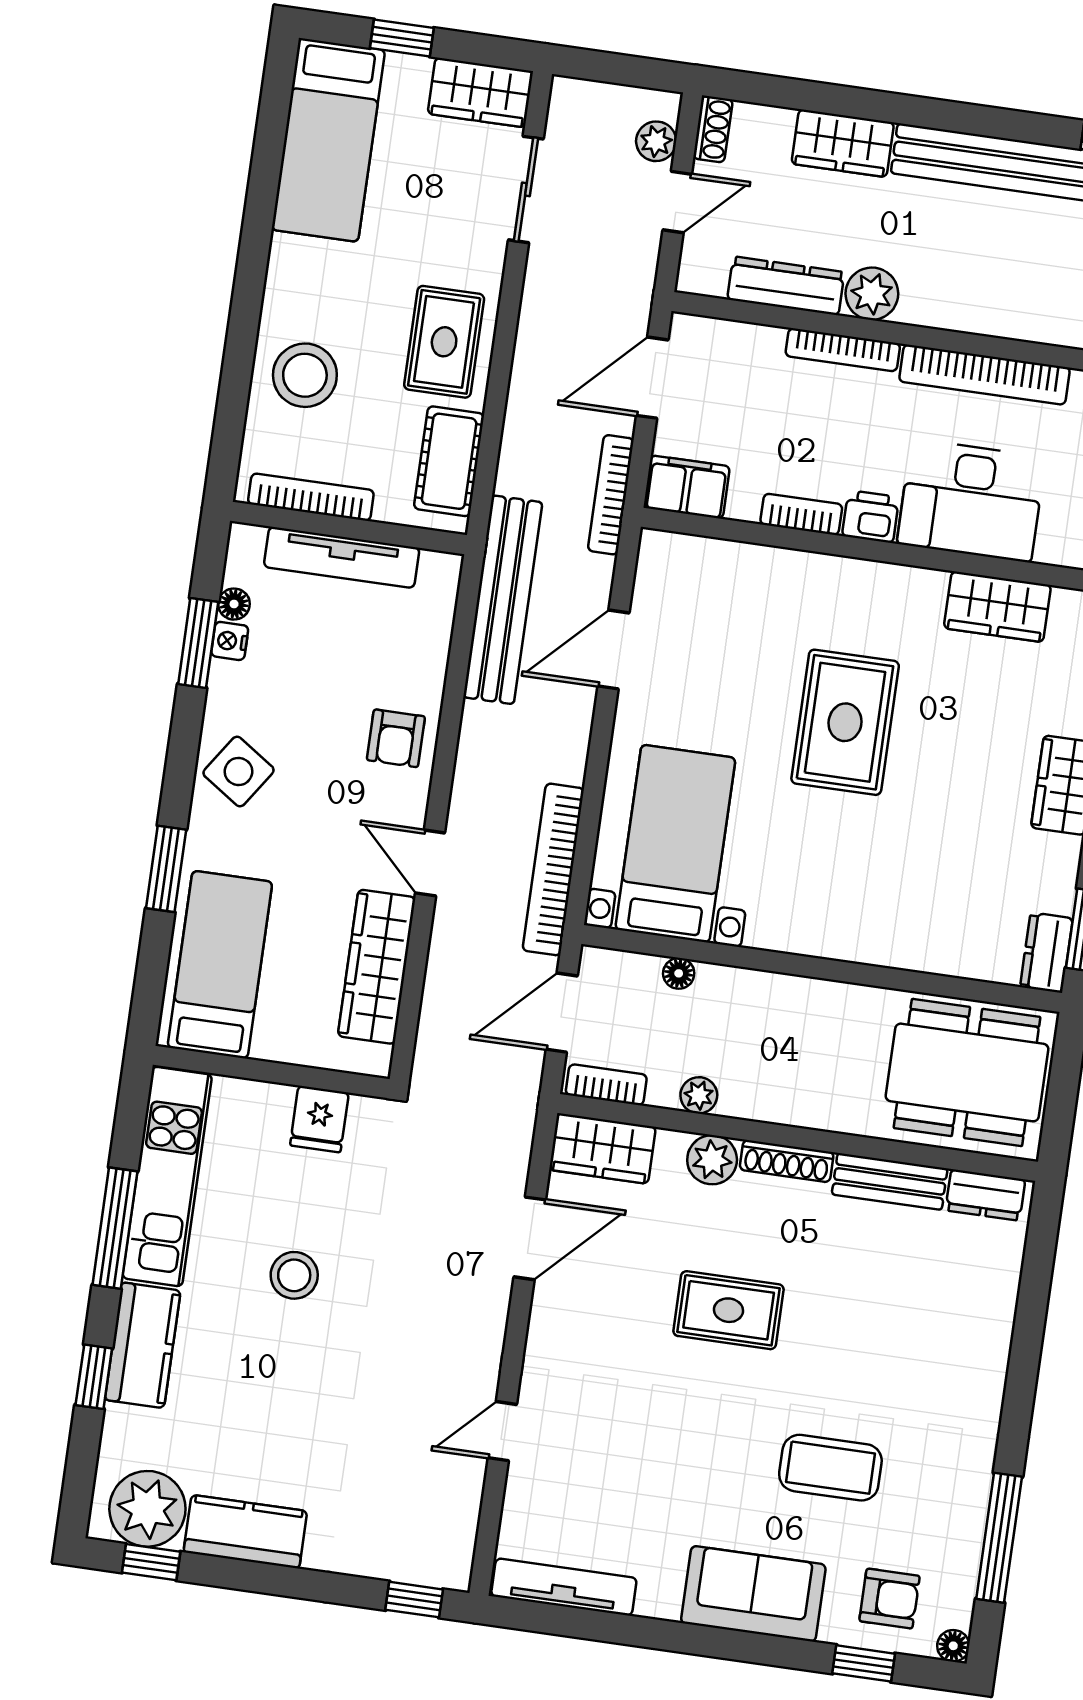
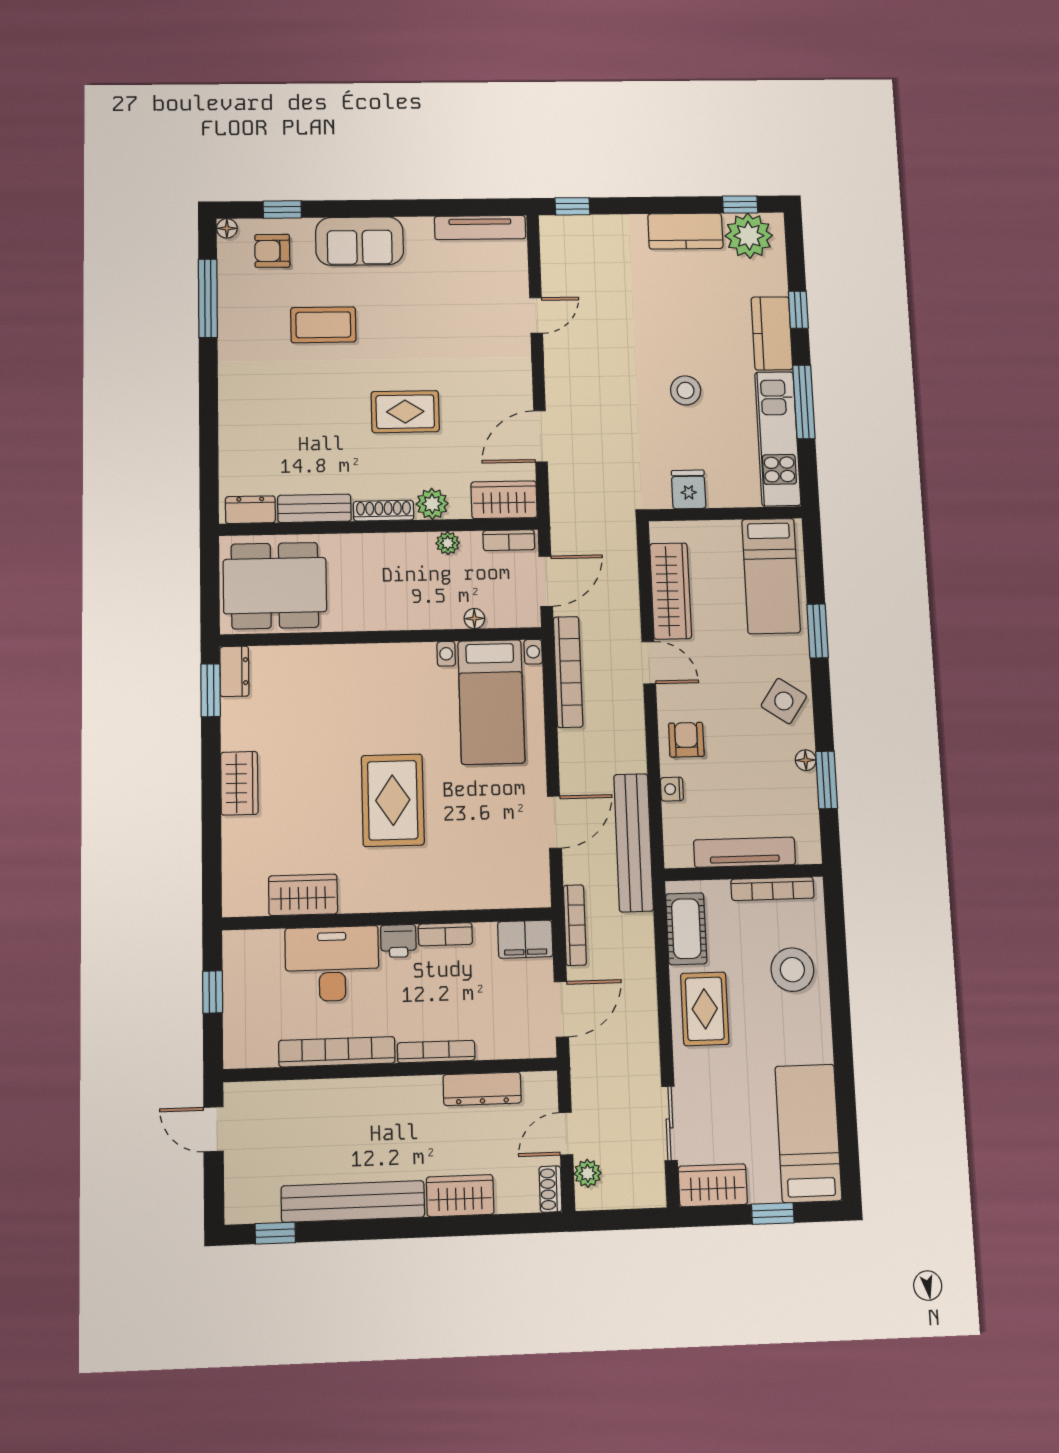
plant: (872, 294) -> (423, 1094), removed
floor lamp: (234, 604) -> (806, 760), moved
nightstand: (230, 641) -> (672, 789), moved, turned 180

